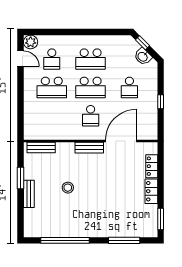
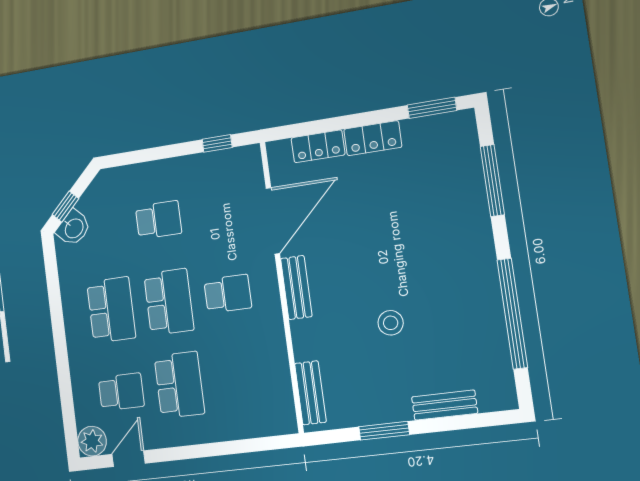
washbasin: (143, 57) -> (74, 228), moved
window: (161, 102) -> (217, 143), moved
door: (121, 141) -> (273, 221), swing flipped
bench: (29, 194) -> (445, 405), moved

